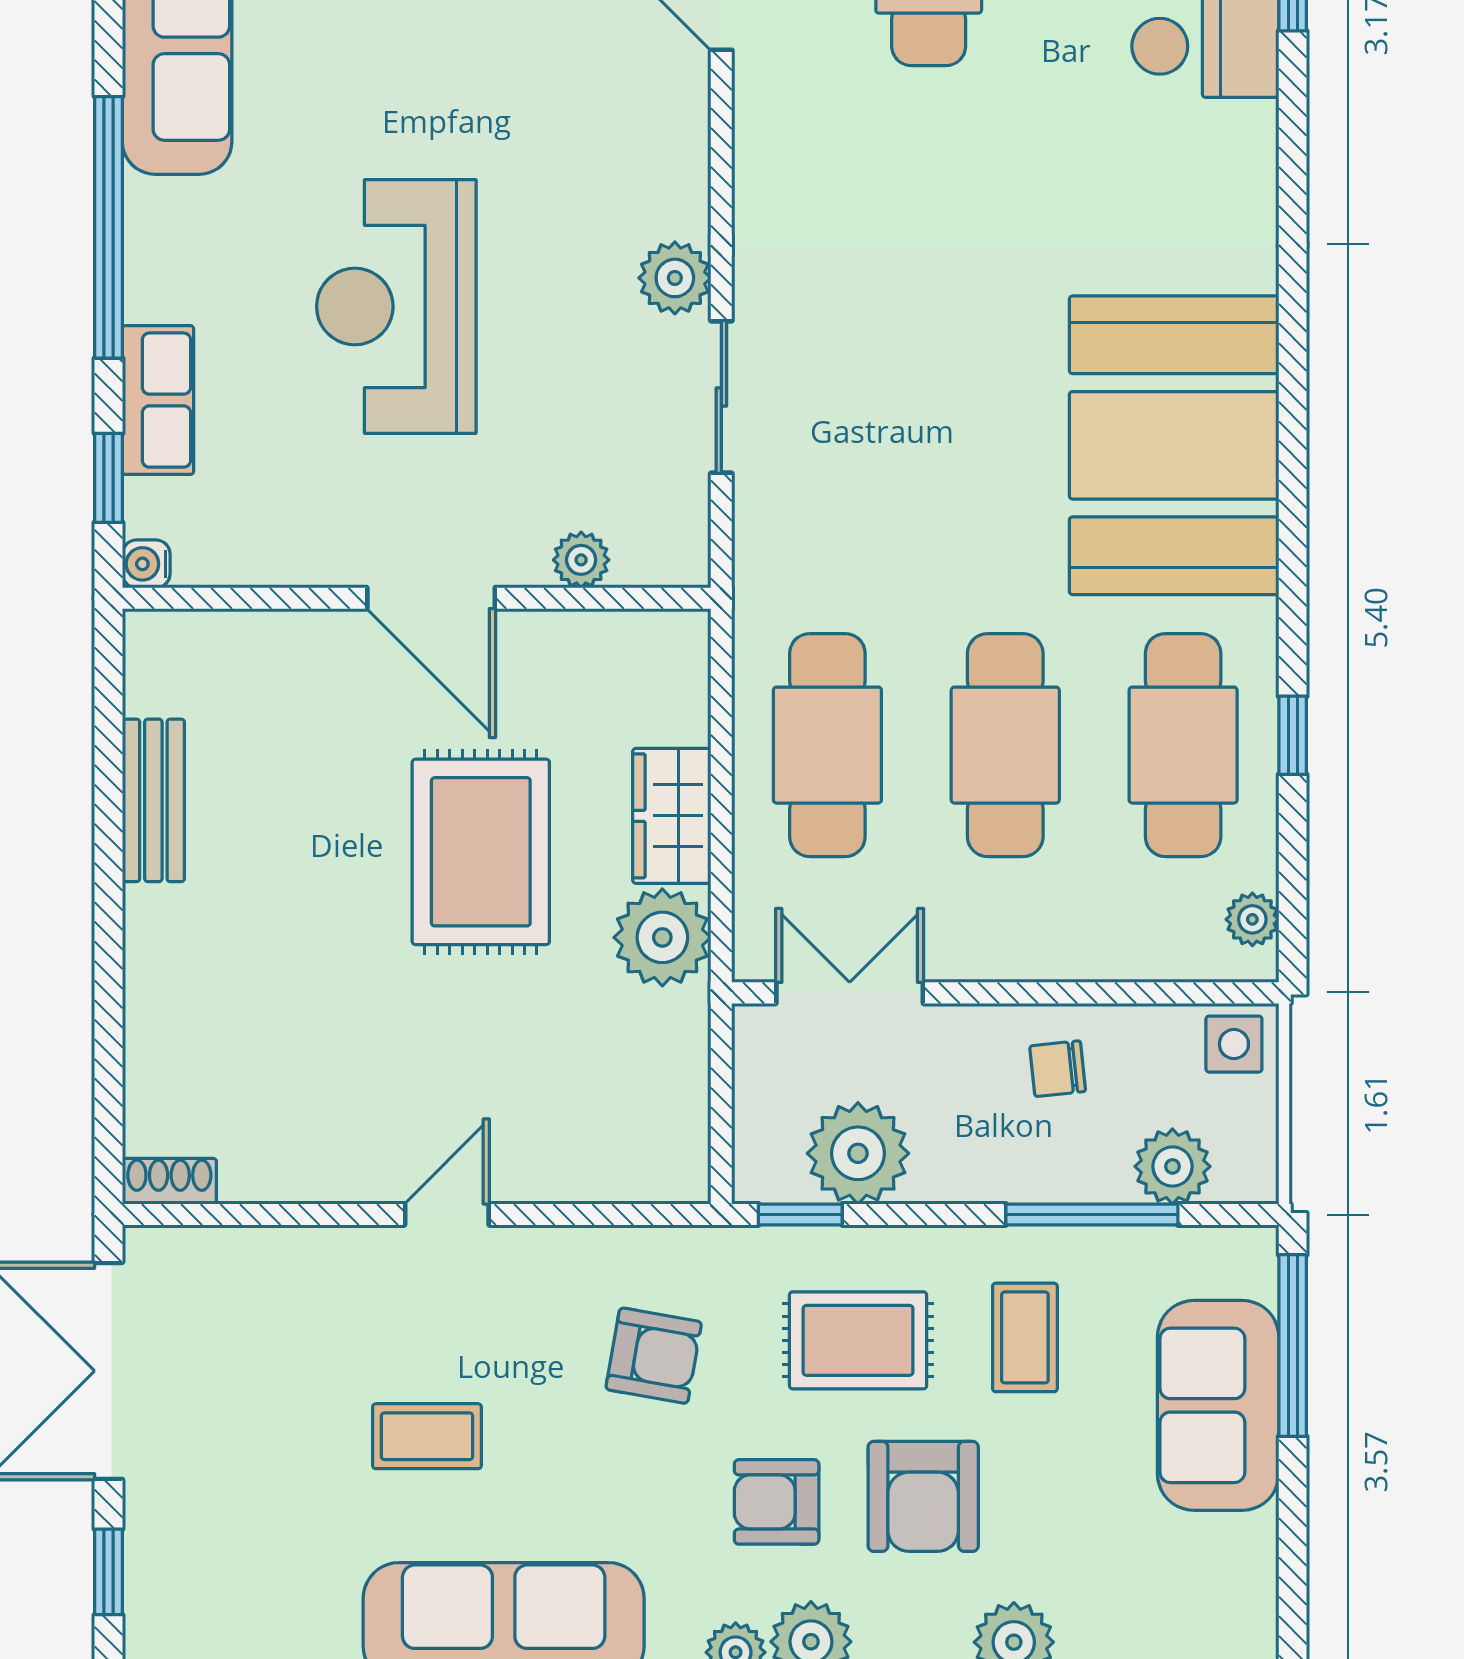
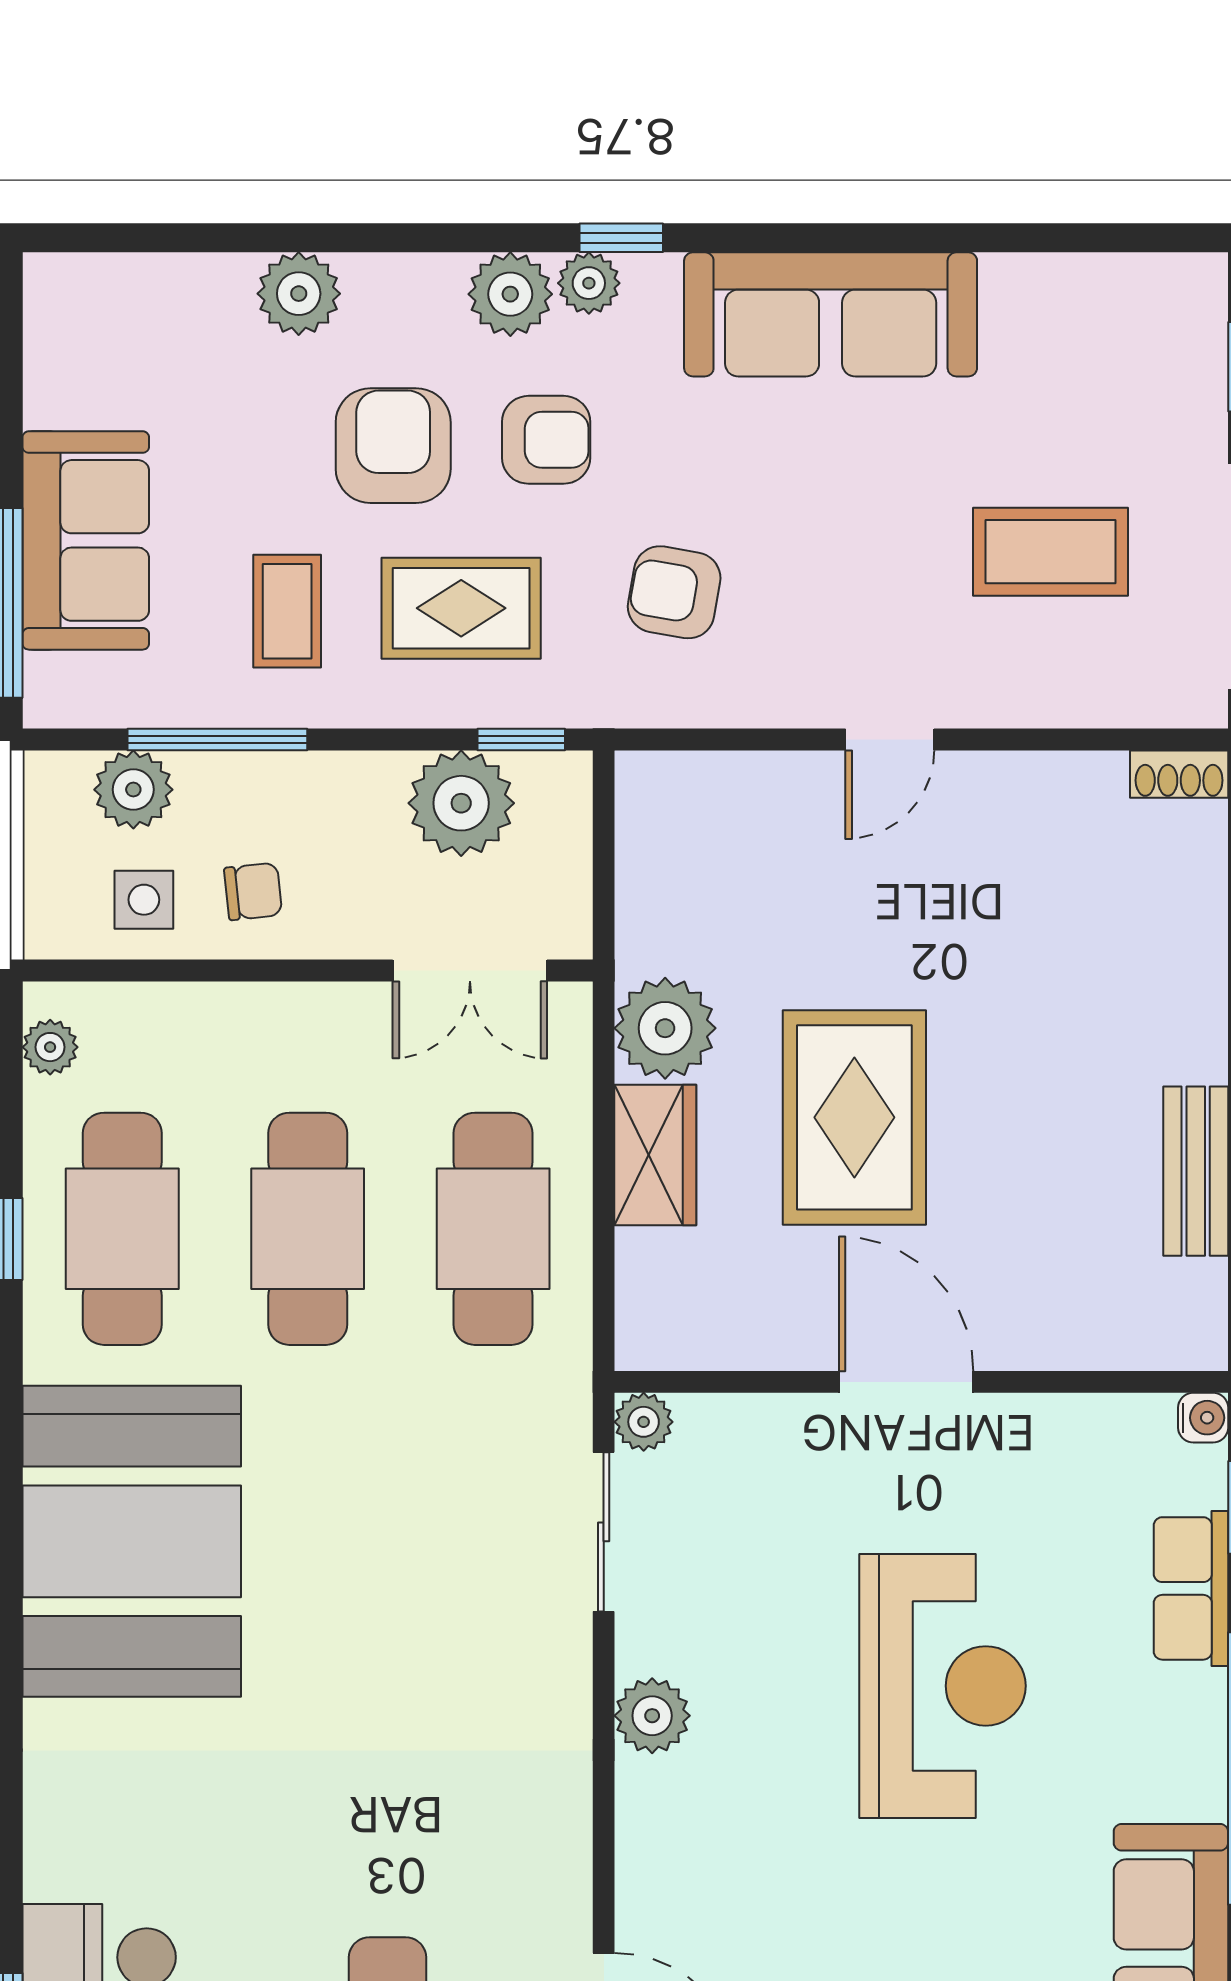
sliding door: (721, 397) -> (604, 1532), moved
plant: (581, 560) -> (644, 1422), moved
side table: (1234, 1044) -> (144, 900), moved
coffee table: (427, 1436) -> (1050, 552), moved, width x1.36, depth x1.30

